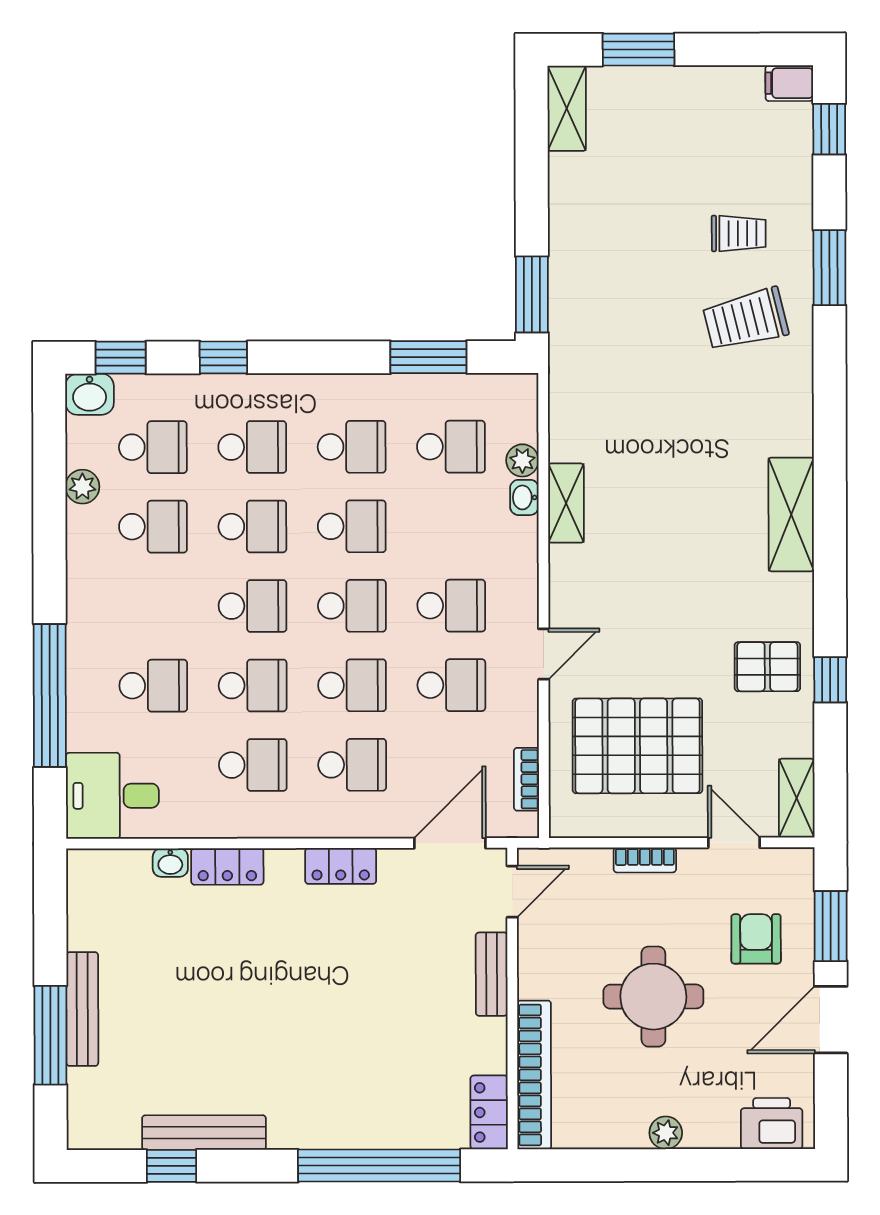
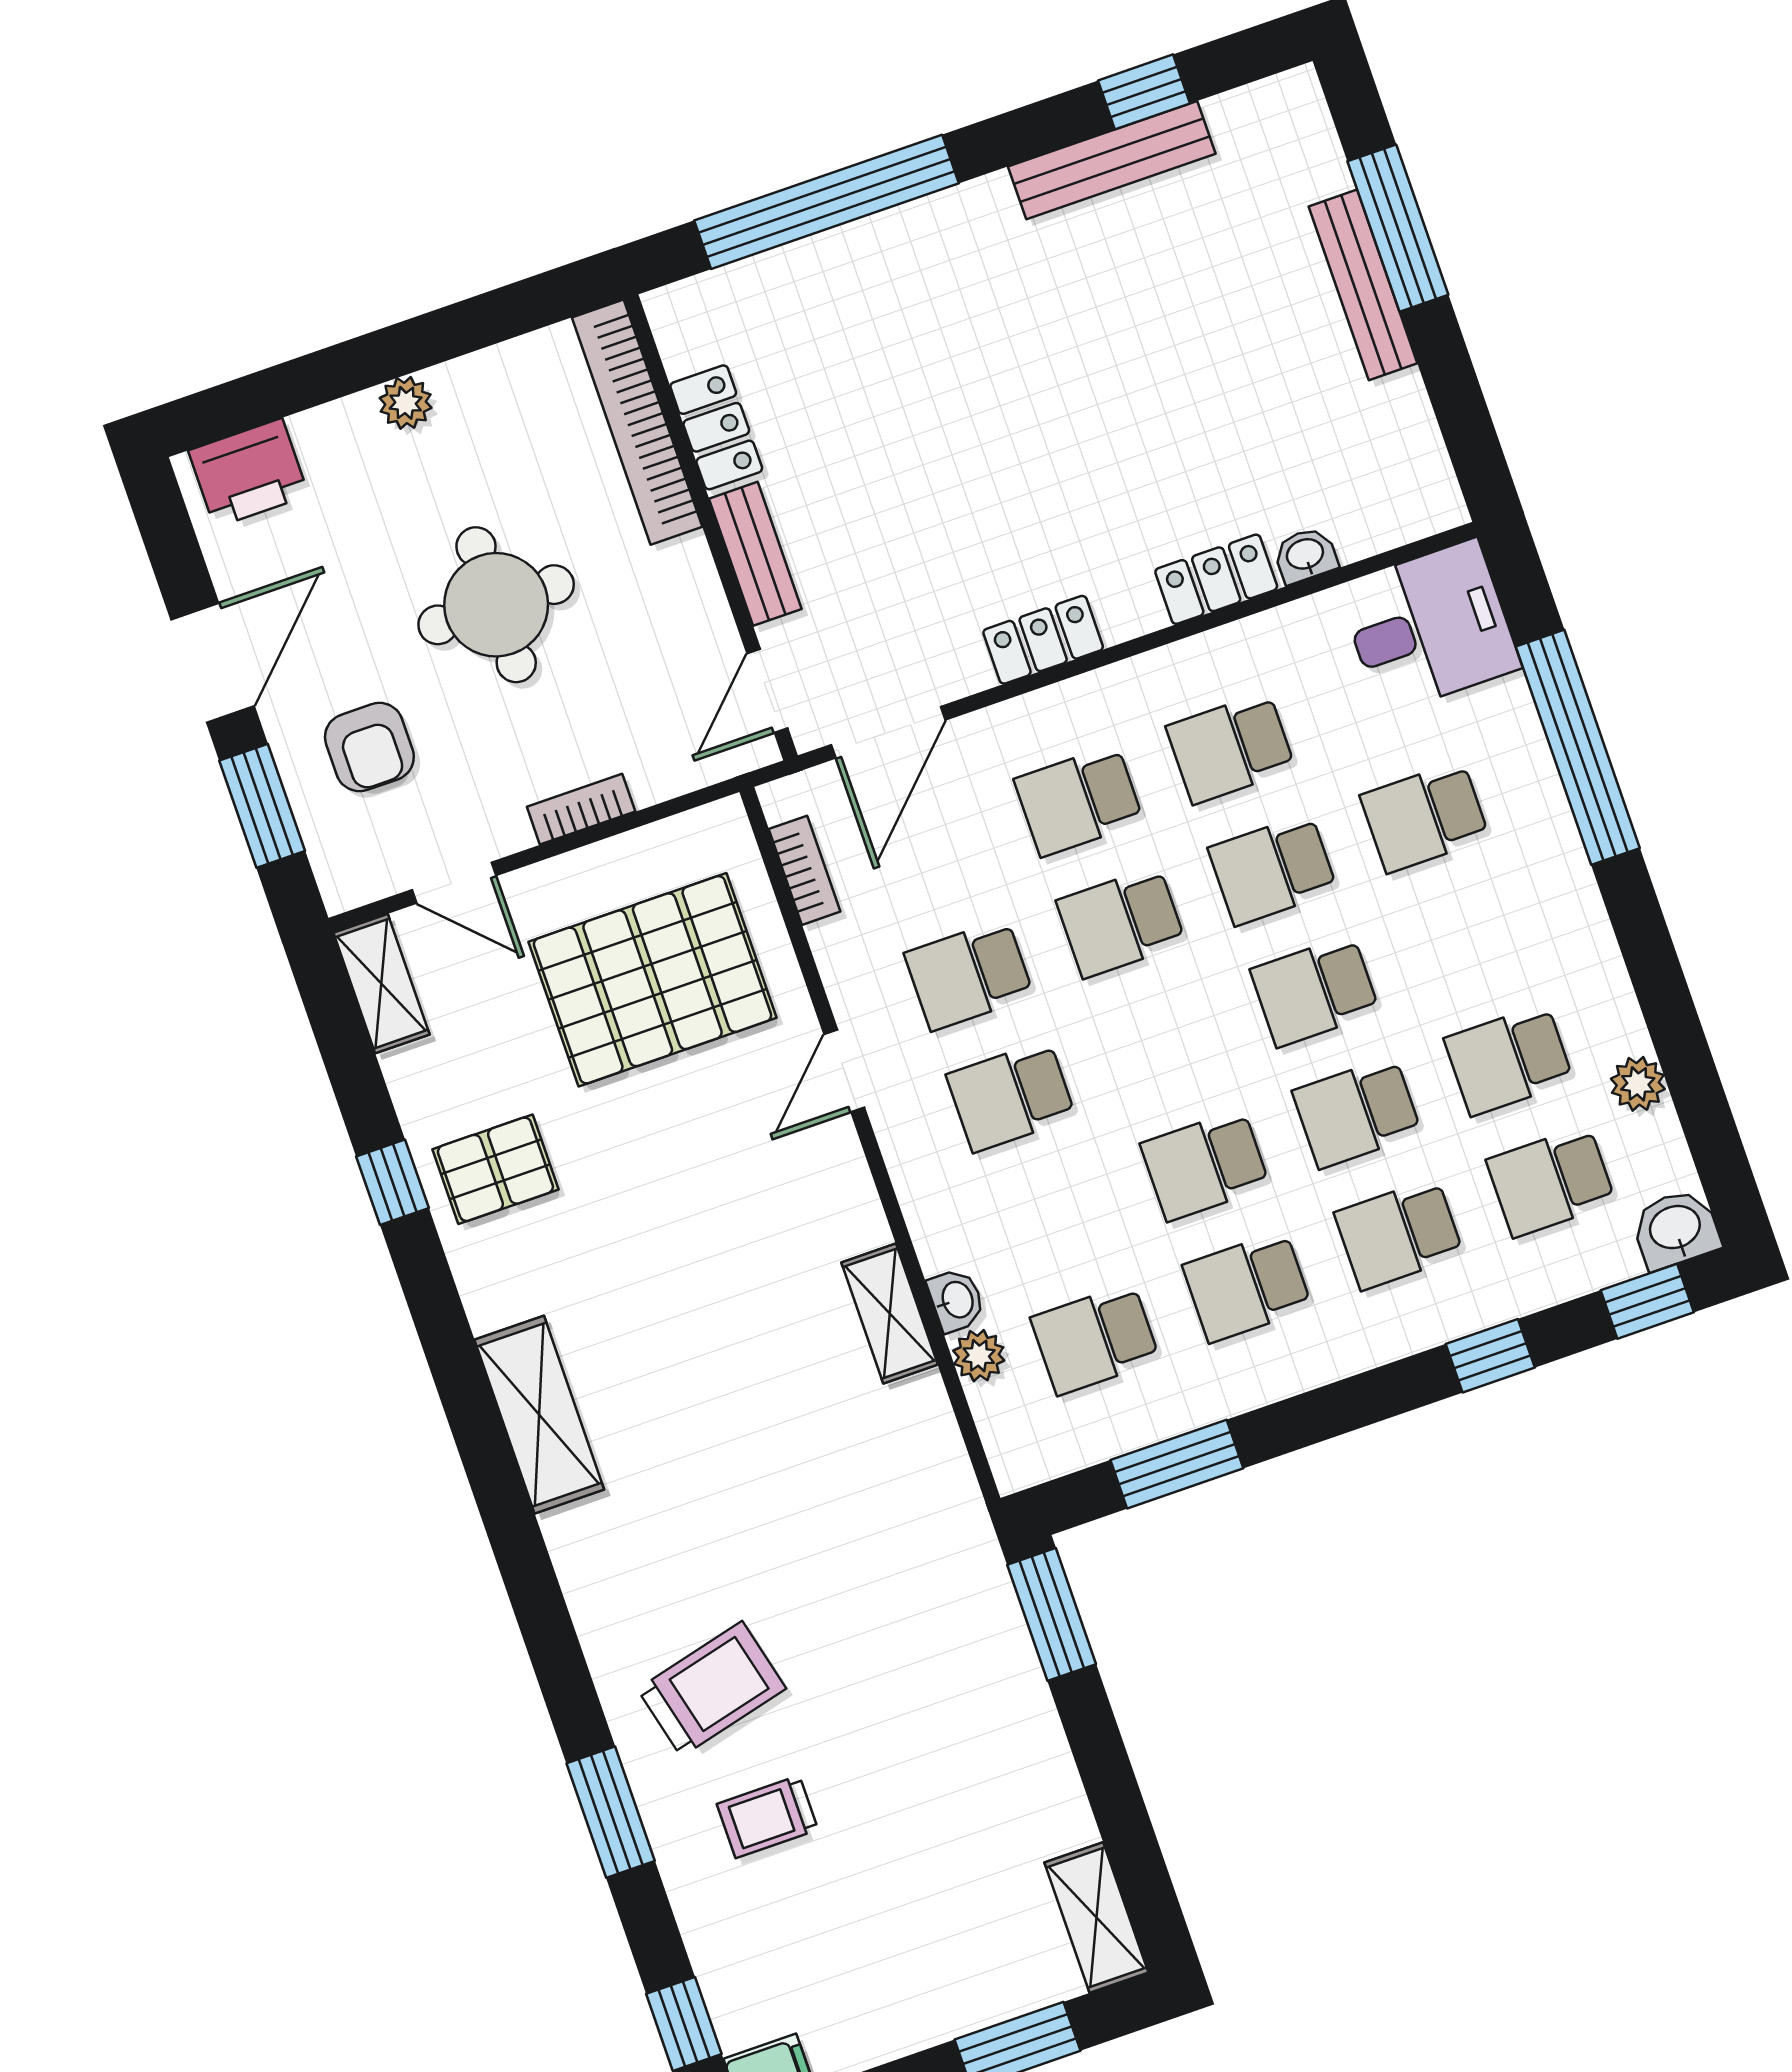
school desk: (352, 606) -> (1163, 1044), removed
locker: (489, 1112) -> (716, 427), moved

